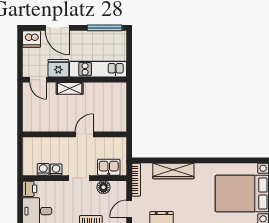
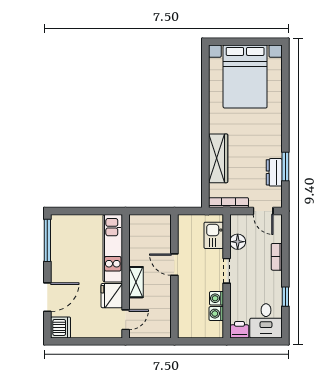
fridge: (58, 68) -> (112, 296), moved
kitchen unit: (98, 69) -> (113, 248), moved
door: (38, 80) -> (126, 320), moved
wall: (75, 80) -> (126, 276), moved
shelving: (70, 88) -> (136, 282), moved

